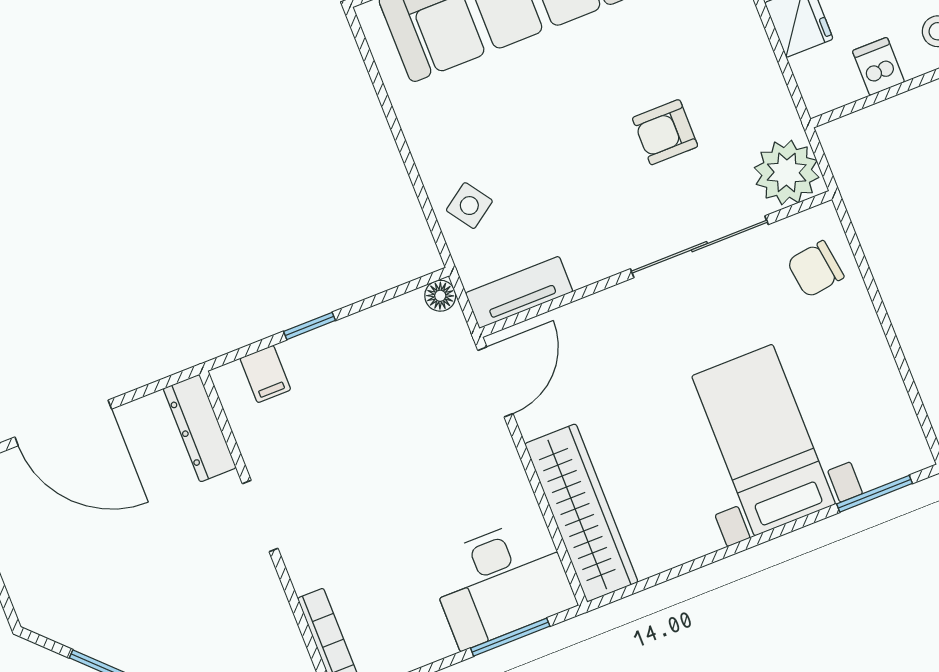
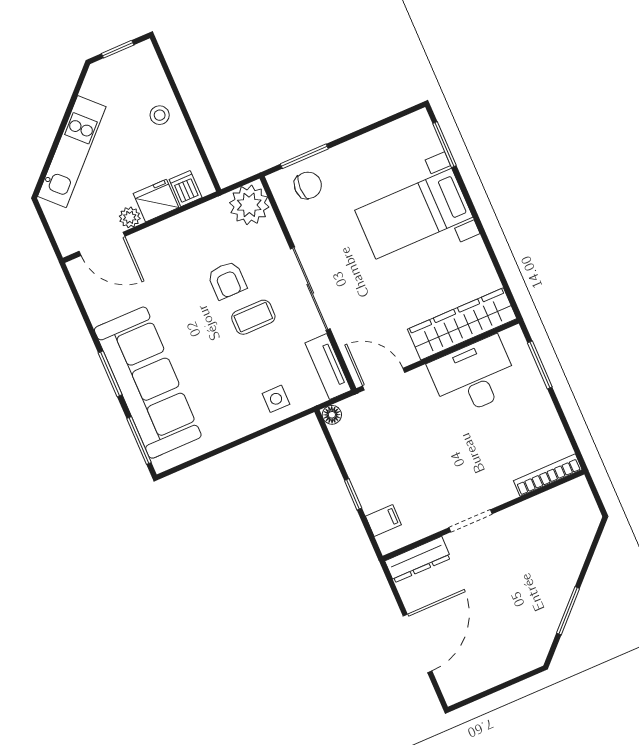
dishwasher: (878, 66) -> (186, 189), moved, turned 90
coffee table: (604, 173) -> (253, 317), added
side table: (469, 206) -> (276, 399), turned 35
sliding door: (699, 247) -> (310, 289), moved
window: (863, 265) -> (304, 156), added
chair: (815, 269) -> (308, 185), turned -82
desk: (501, 582) -> (474, 377), moved, turned -90

